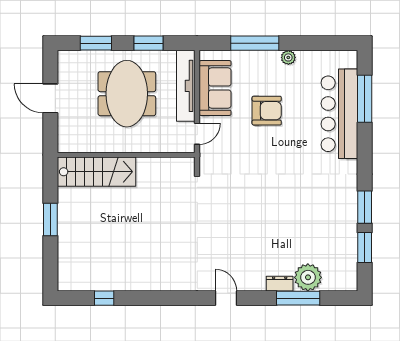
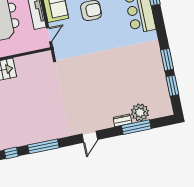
window: (154, 298) -> (43, 146), added
door: (226, 298) -> (90, 137), swing flipped

